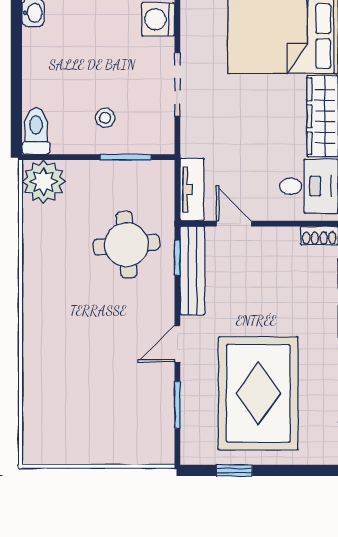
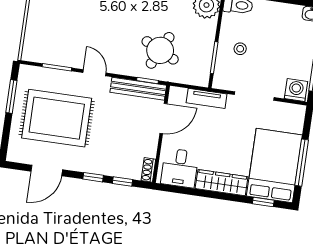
tv unit: (192, 190) -> (207, 98), moved
door: (234, 224) -> (163, 118), width x1.38
round table: (126, 245) -> (160, 50), turned 31
window: (234, 470) -> (11, 97), width x1.50

